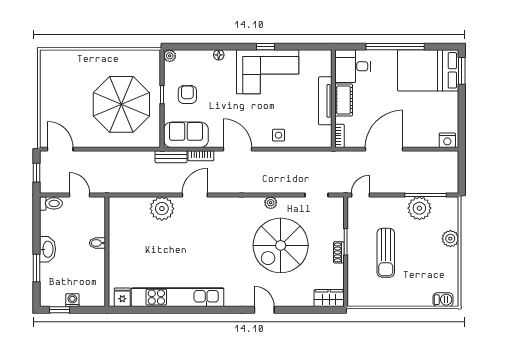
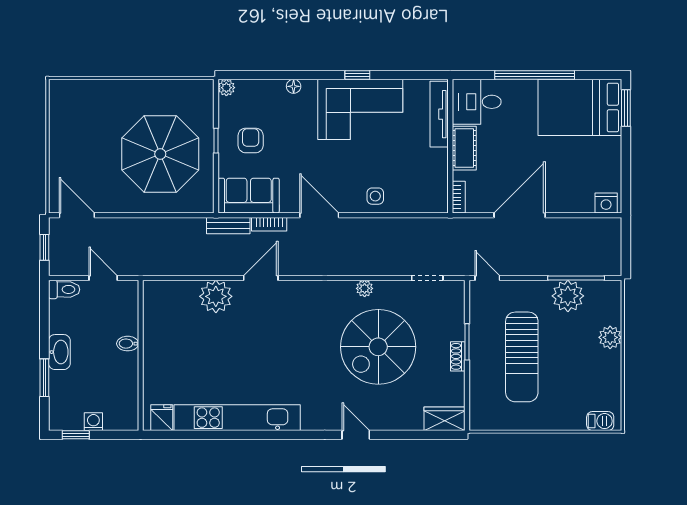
tv unit: (325, 101) -> (439, 114), moved
door: (361, 195) -> (487, 278), hinge flipped
sun lounger: (386, 253) -> (522, 357), width x1.36, depth x1.34

